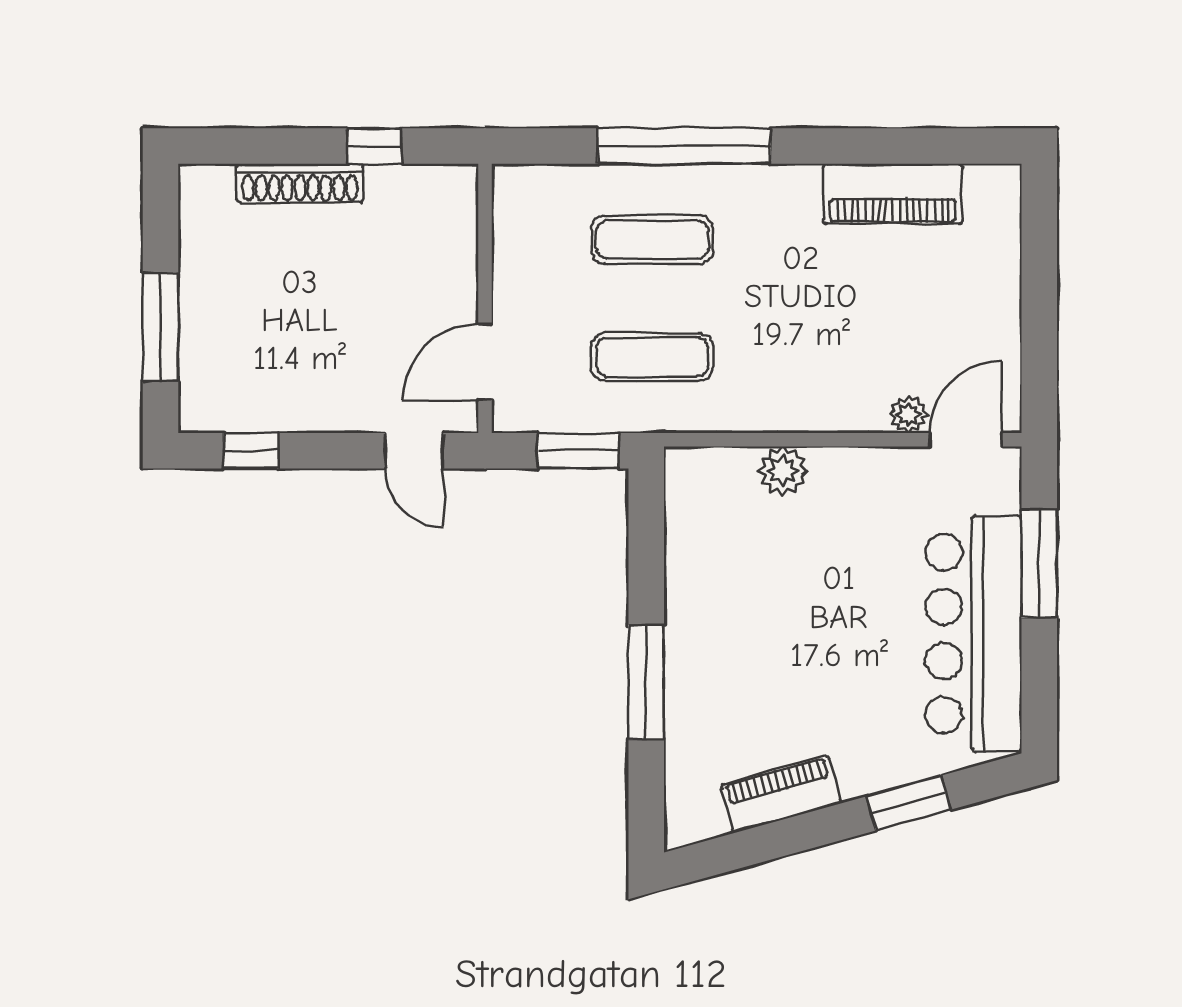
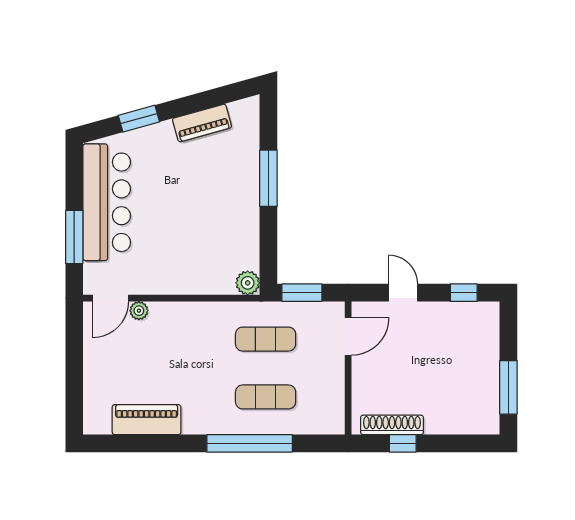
shoe rack: (300, 183) -> (392, 425), moved
window: (161, 327) -> (508, 387), moved
door: (414, 451) -> (403, 293), moved
plant: (783, 471) -> (248, 283), moved

